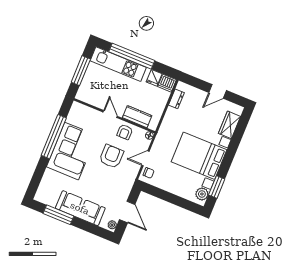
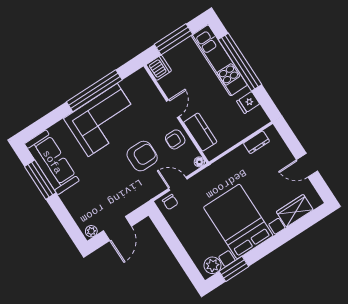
dishwasher: (167, 83) -> (159, 68), moved, turned 180
sofa: (80, 208) -> (52, 162), moved

